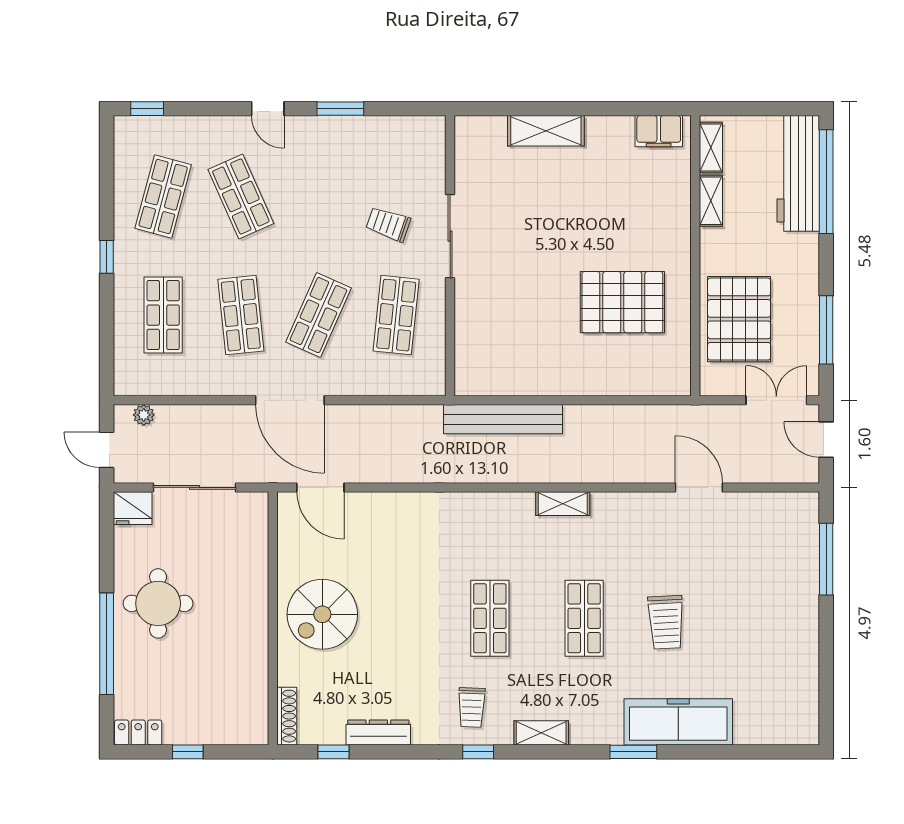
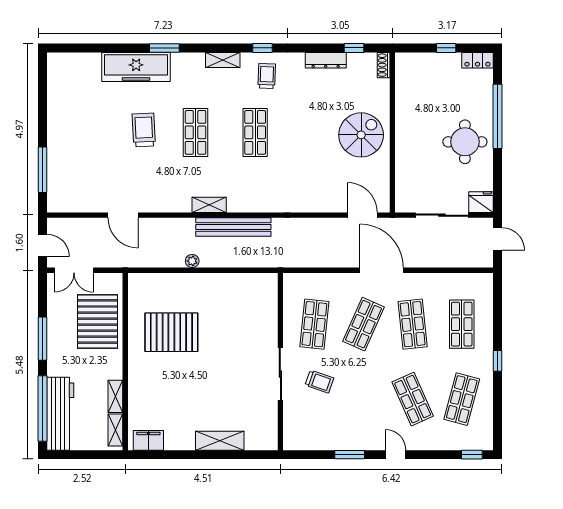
window: (826, 330) -> (43, 339), moved
plant: (144, 415) -> (192, 261), moved
bench: (503, 419) -> (233, 227), moved
shoe rack: (287, 716) -> (384, 65), width x0.70

